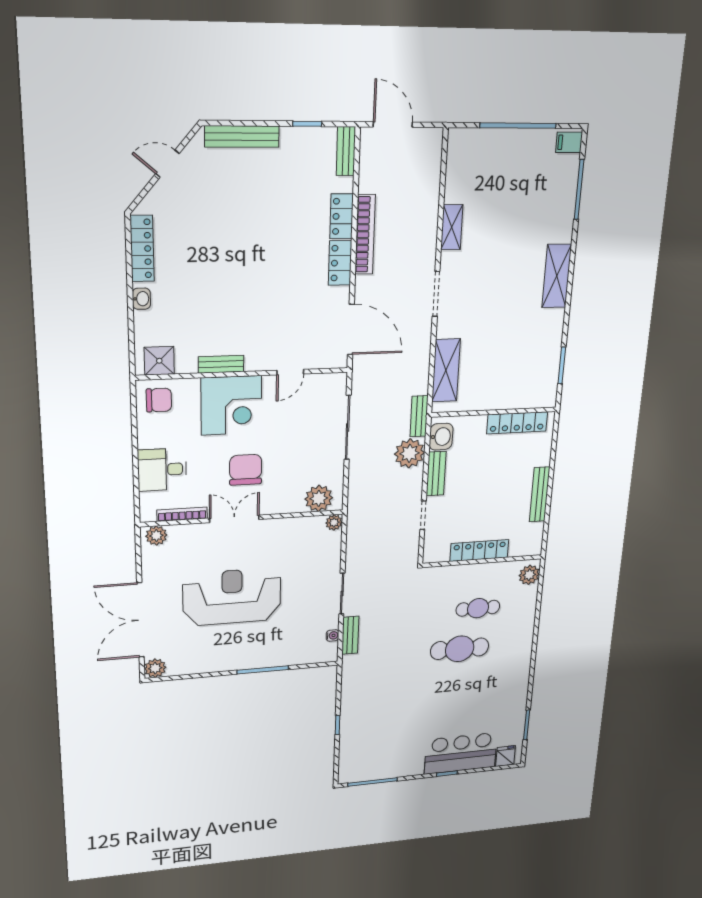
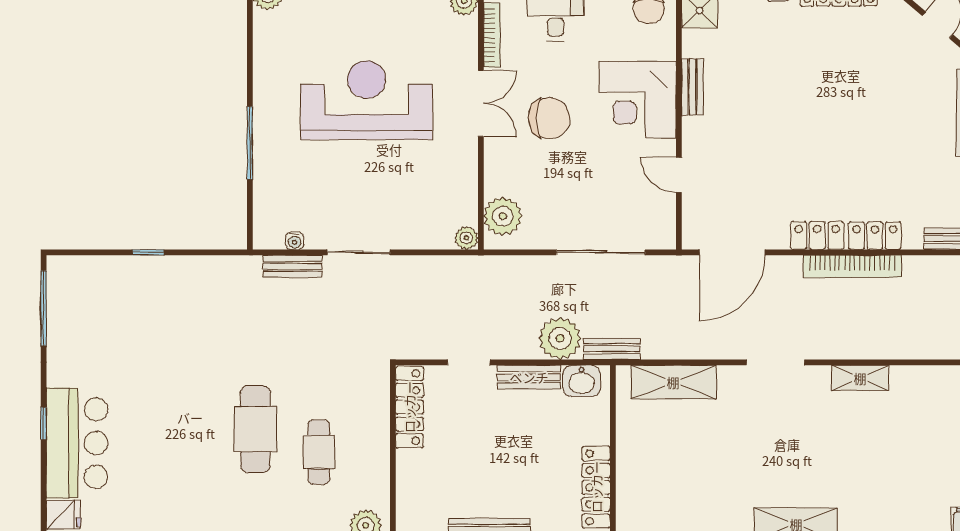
locker: (479, 551) -> (409, 407), moved
reception desk: (232, 597) -> (367, 100), turned -90

